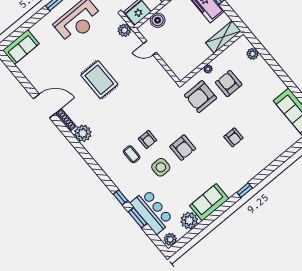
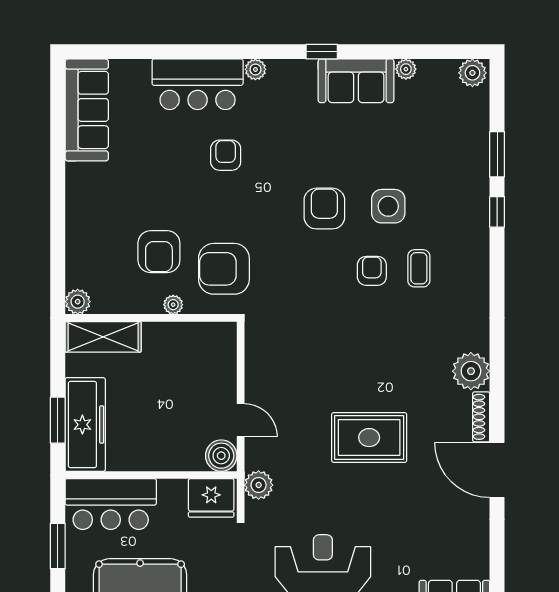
boiler: (158, 20) -> (221, 456), moved
plant: (253, 54) -> (78, 302), moved
rug: (99, 80) -> (369, 438), turned 90
armchair: (200, 97) -> (224, 269), turned 180
plant: (248, 177) -> (255, 69), added
window: (245, 190) -> (322, 52), moved
bar counter: (152, 211) -> (198, 84), moved, turned -90
plant: (189, 220) -> (406, 69), width x0.53, depth x0.53

